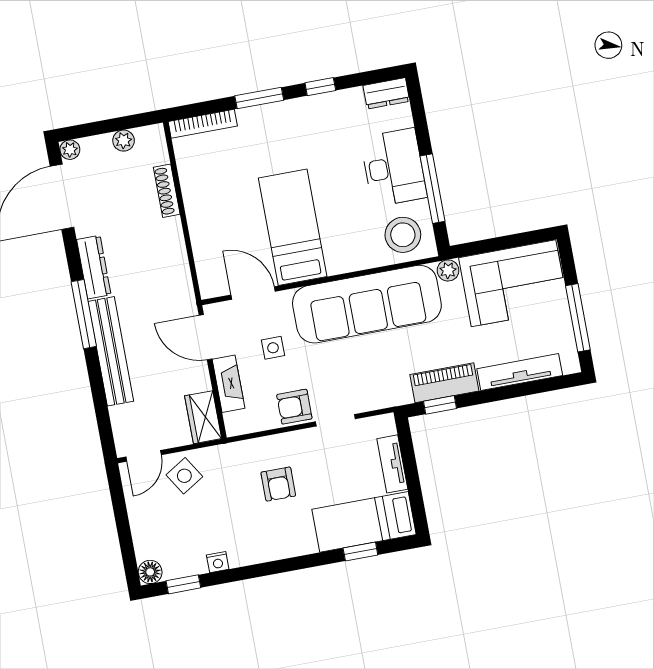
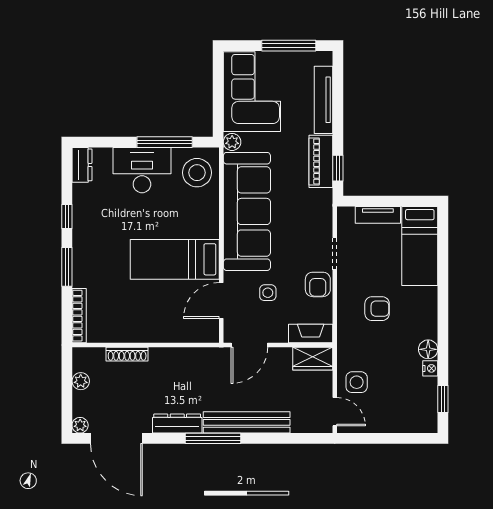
fireplace: (229, 384) -> (311, 333), moved
side table: (184, 476) -> (357, 382), turned 32
window: (360, 552) -> (443, 253), removed
floor lamp: (150, 572) -> (428, 349), moved

